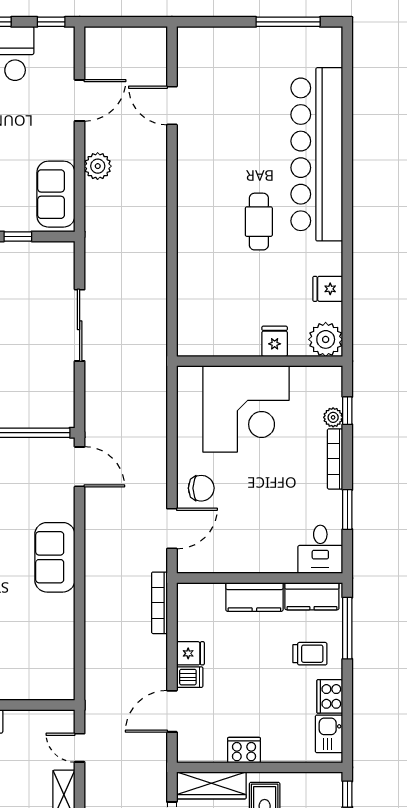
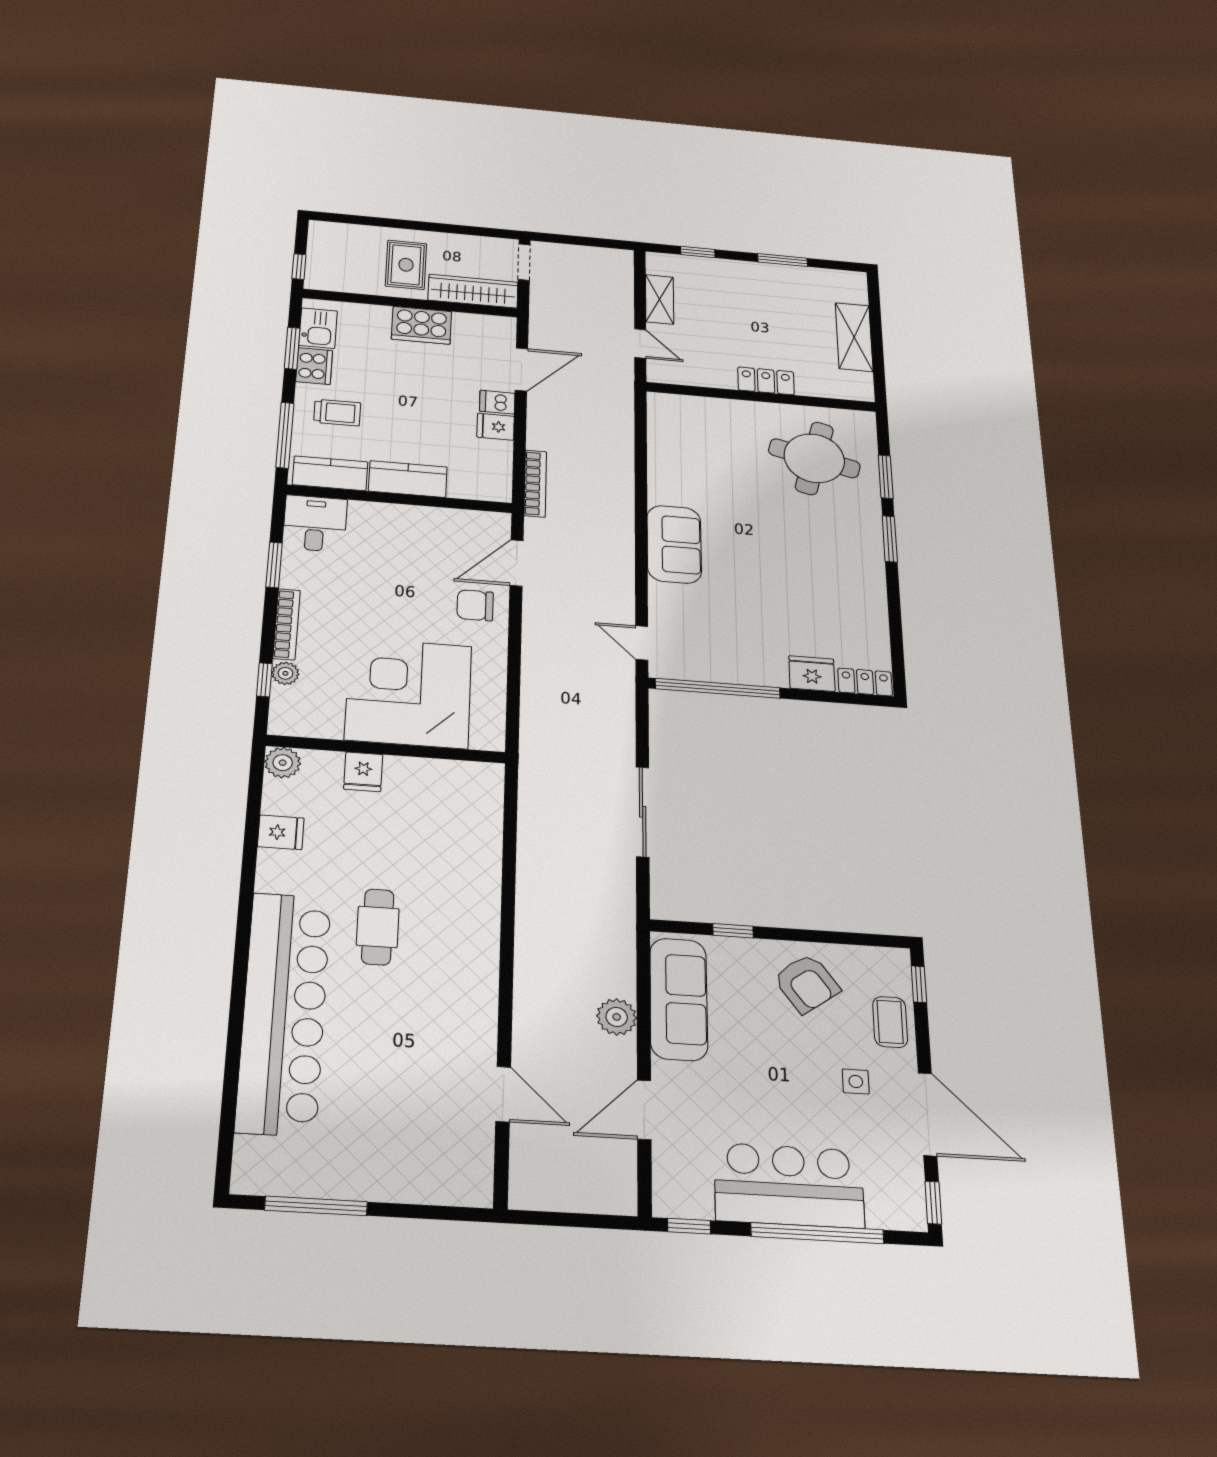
sofa: (56, 194) -> (679, 999), width x1.36
plant: (326, 339) -> (283, 763), width x0.73, depth x0.73
door: (80, 467) -> (642, 643), width x0.73
trolley: (310, 654) -> (337, 413), turned 180
window: (347, 712) -> (292, 348), added
cooker: (244, 750) -> (421, 325), width x1.37, depth x1.31

